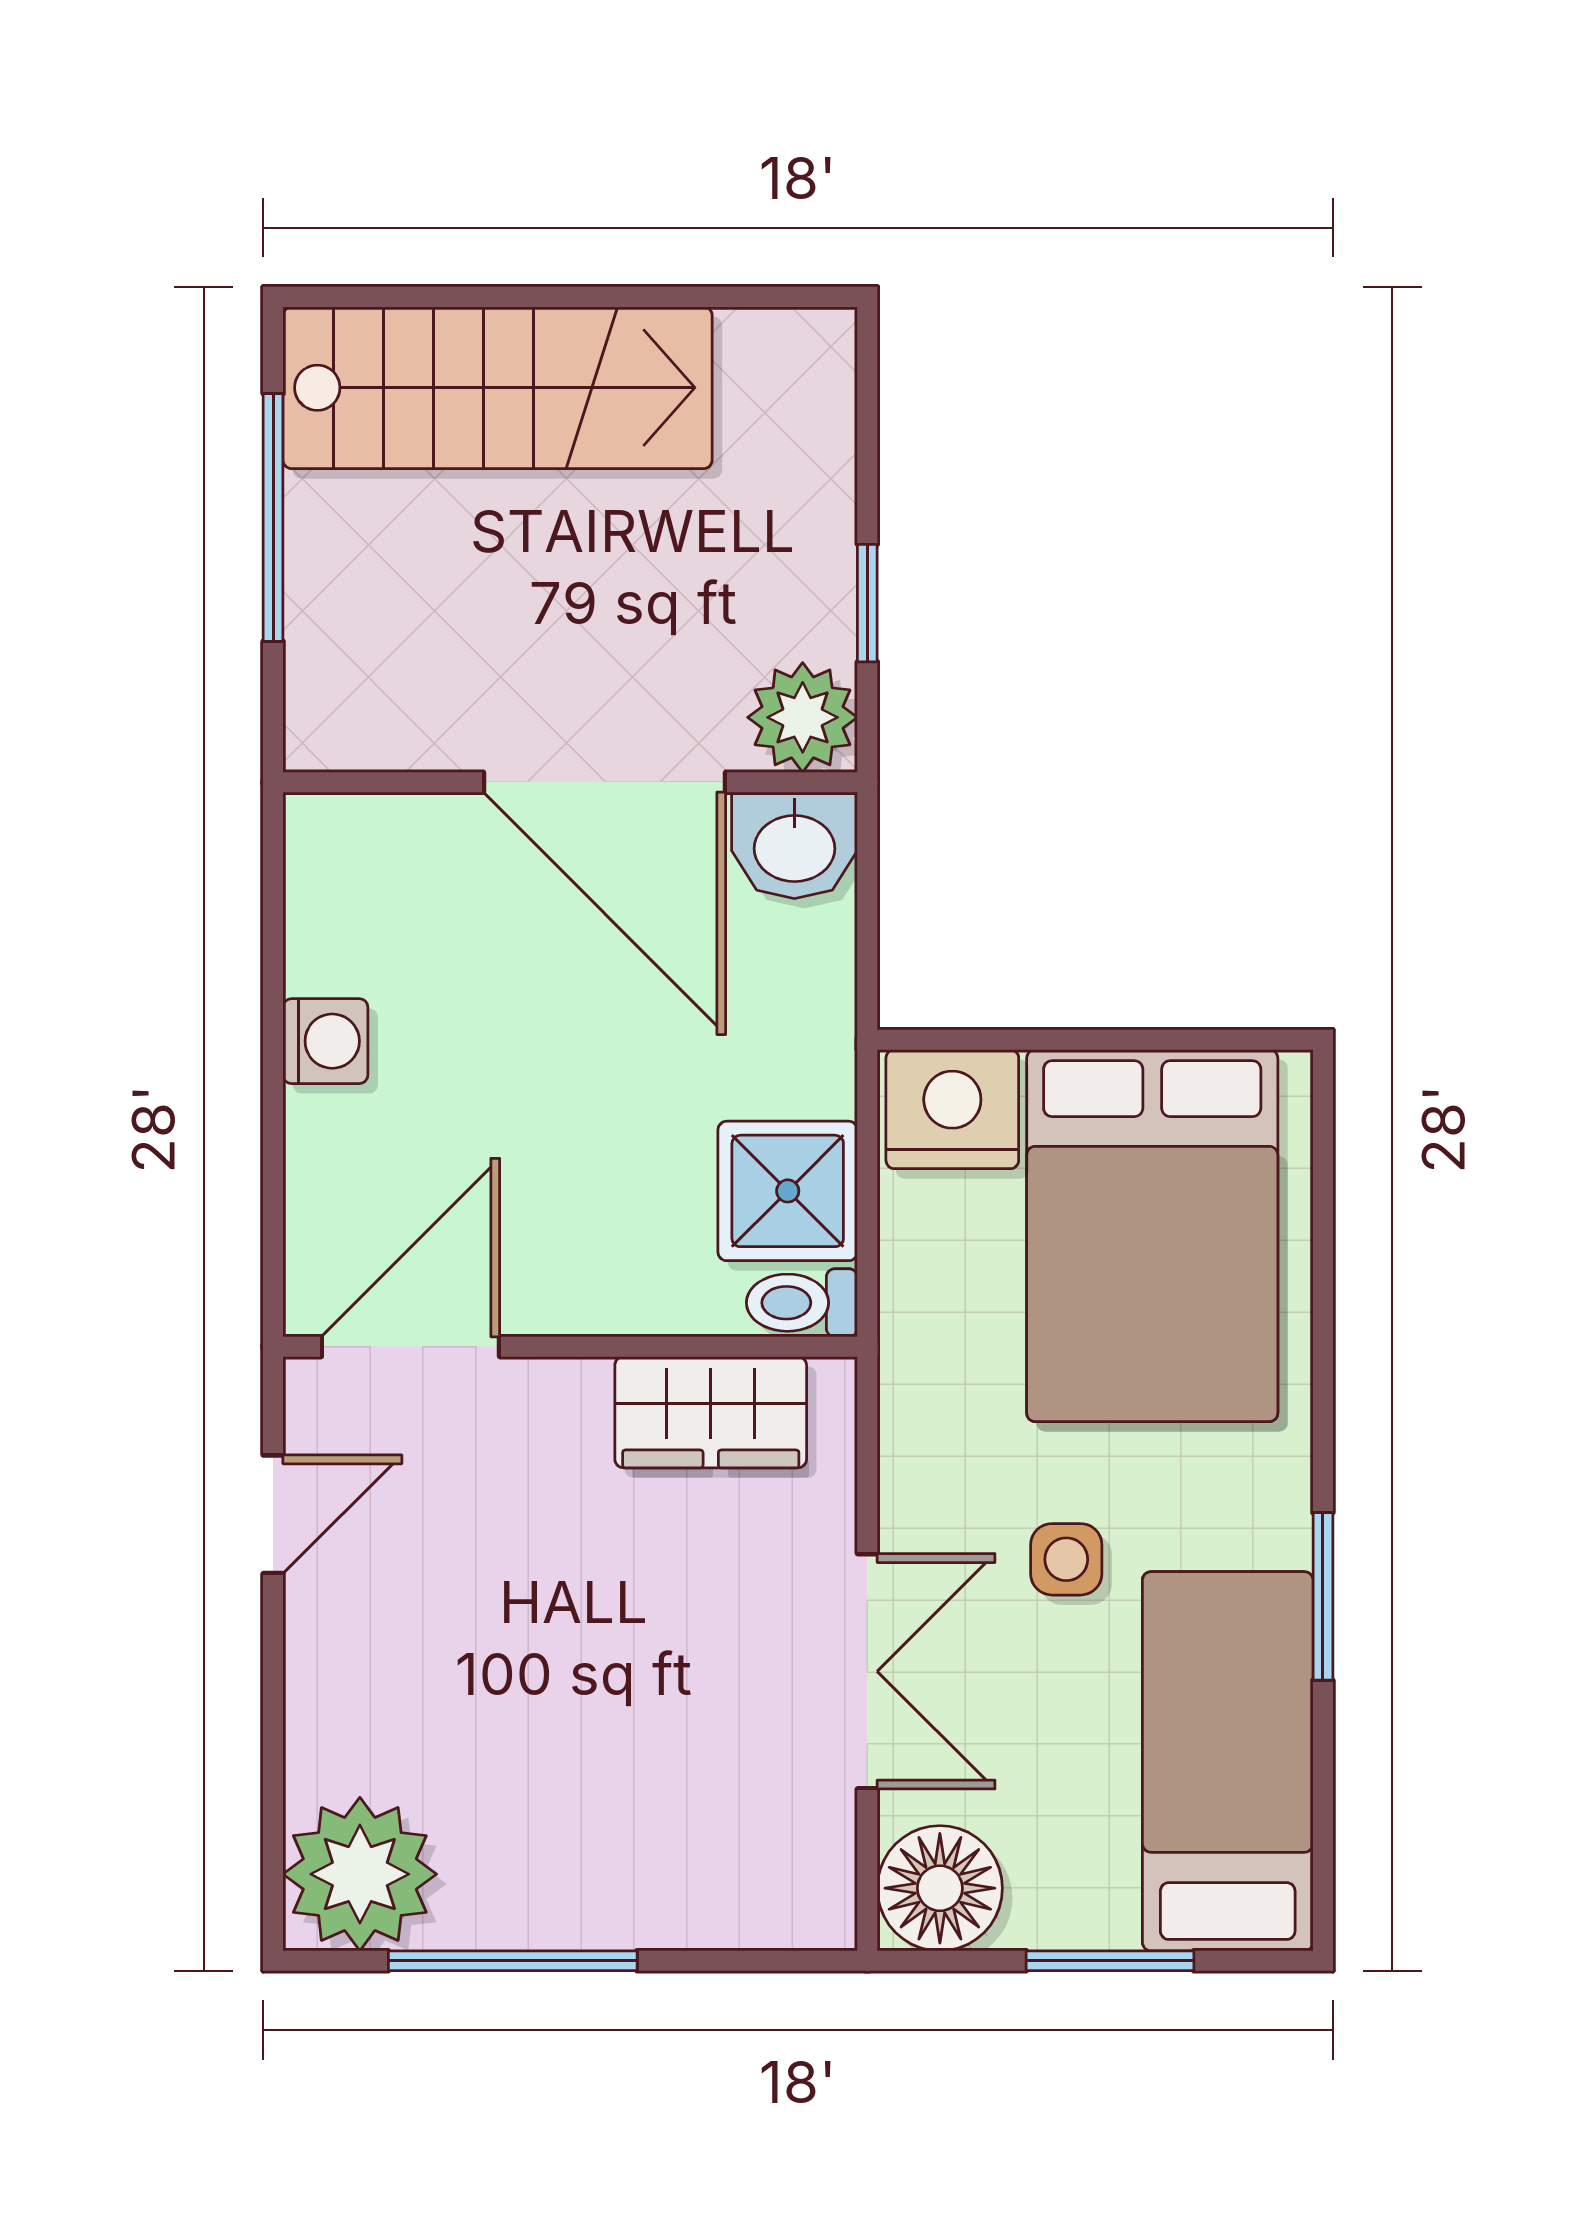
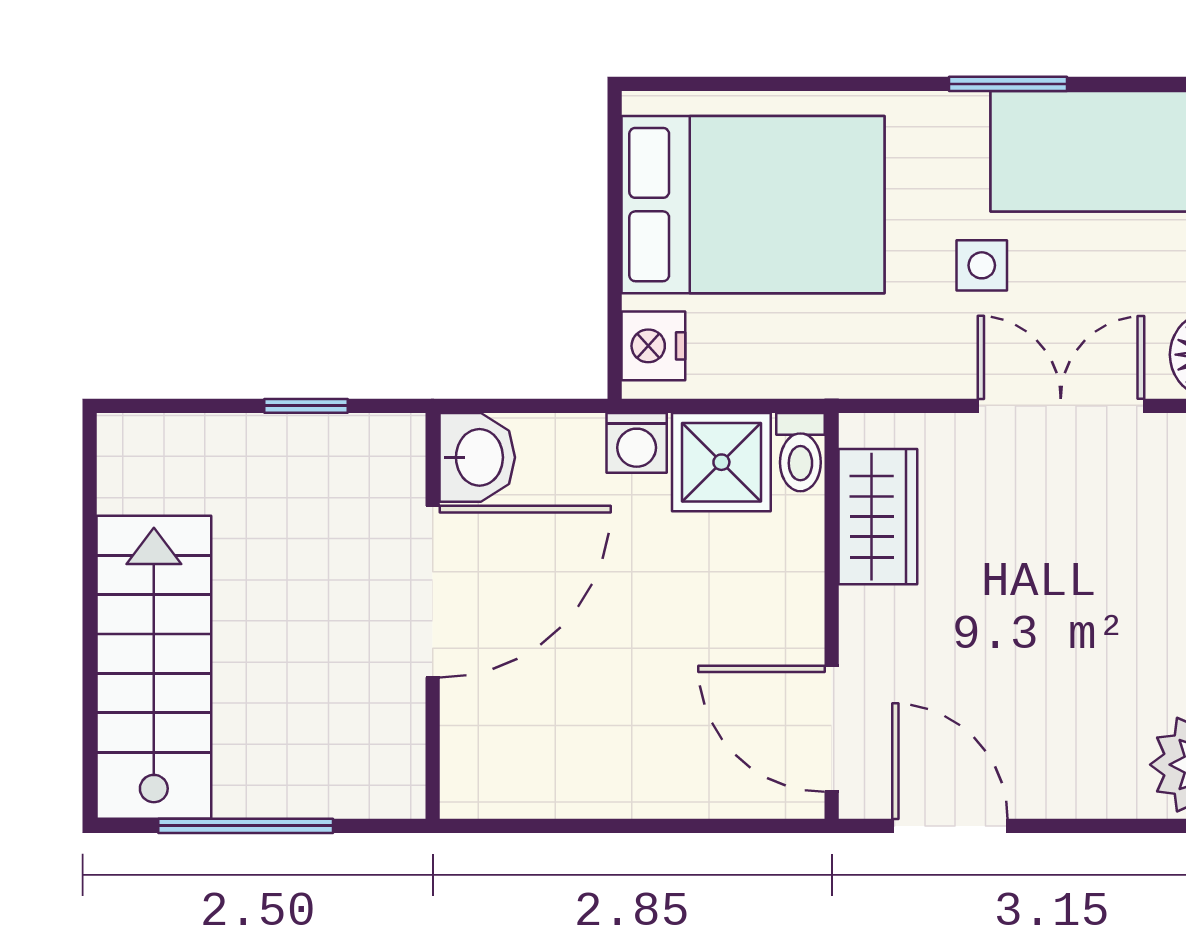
plant: (803, 717) -> (387, 452), removed
washing machine: (325, 1041) -> (637, 443), moved, turned 180
nightstand: (952, 1109) -> (653, 346), width x0.74, depth x0.75
door: (273, 1514) -> (950, 826), width x1.38

